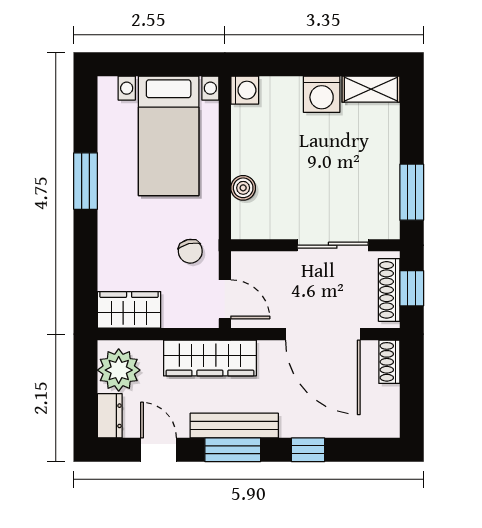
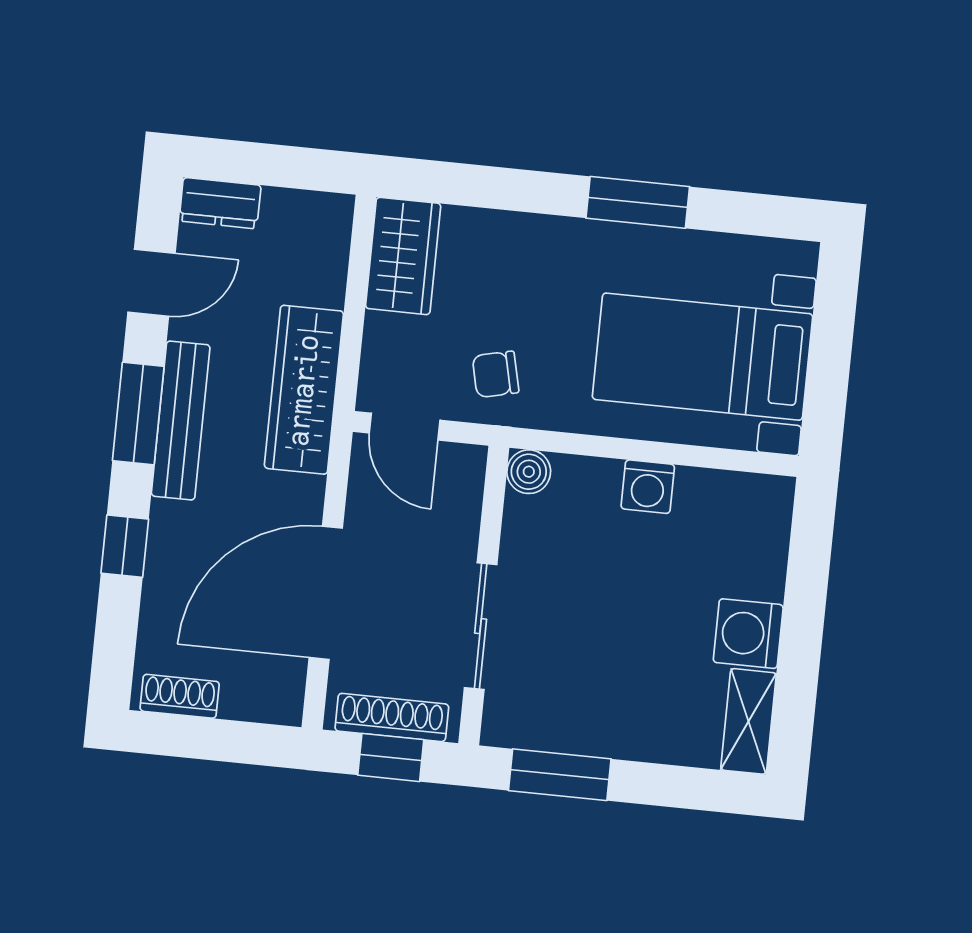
washing machine: (245, 90) -> (648, 487), moved
boiler: (243, 188) -> (529, 472), moved
door: (225, 299) -> (405, 427), hinge flipped
shoe rack: (389, 362) -> (180, 696), moved
plant: (119, 370) -> (299, 227), removed

